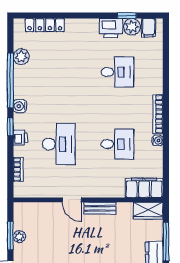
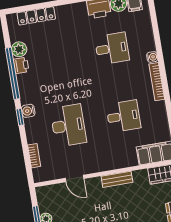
water cooler: (20, 106) -> (28, 111), moved
printer: (20, 137) -> (21, 65), moved
water cooler: (158, 140) -> (152, 57), moved
door: (72, 200) -> (74, 178), moved

